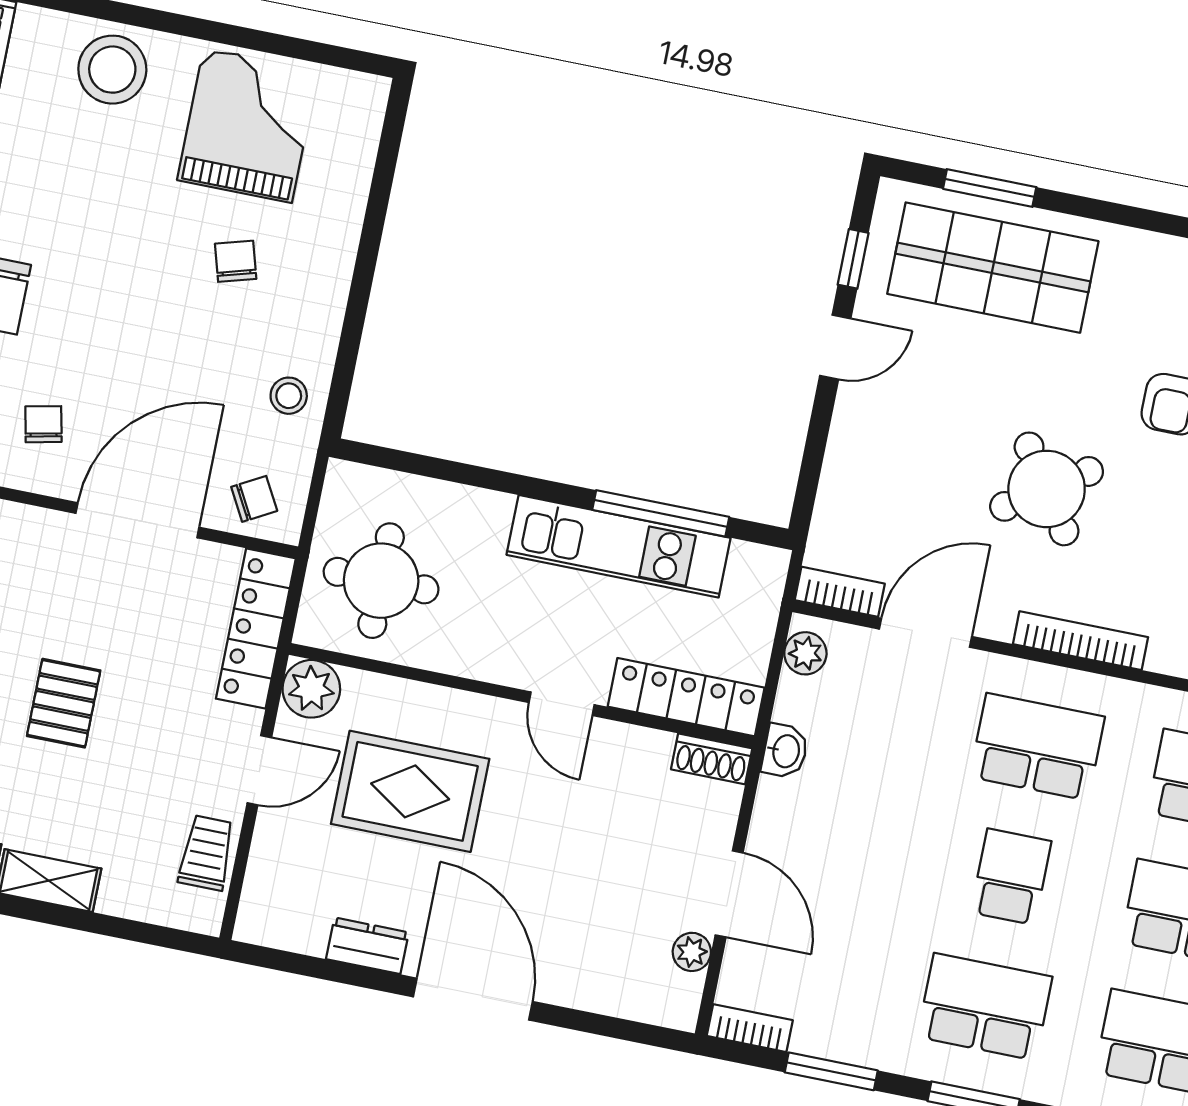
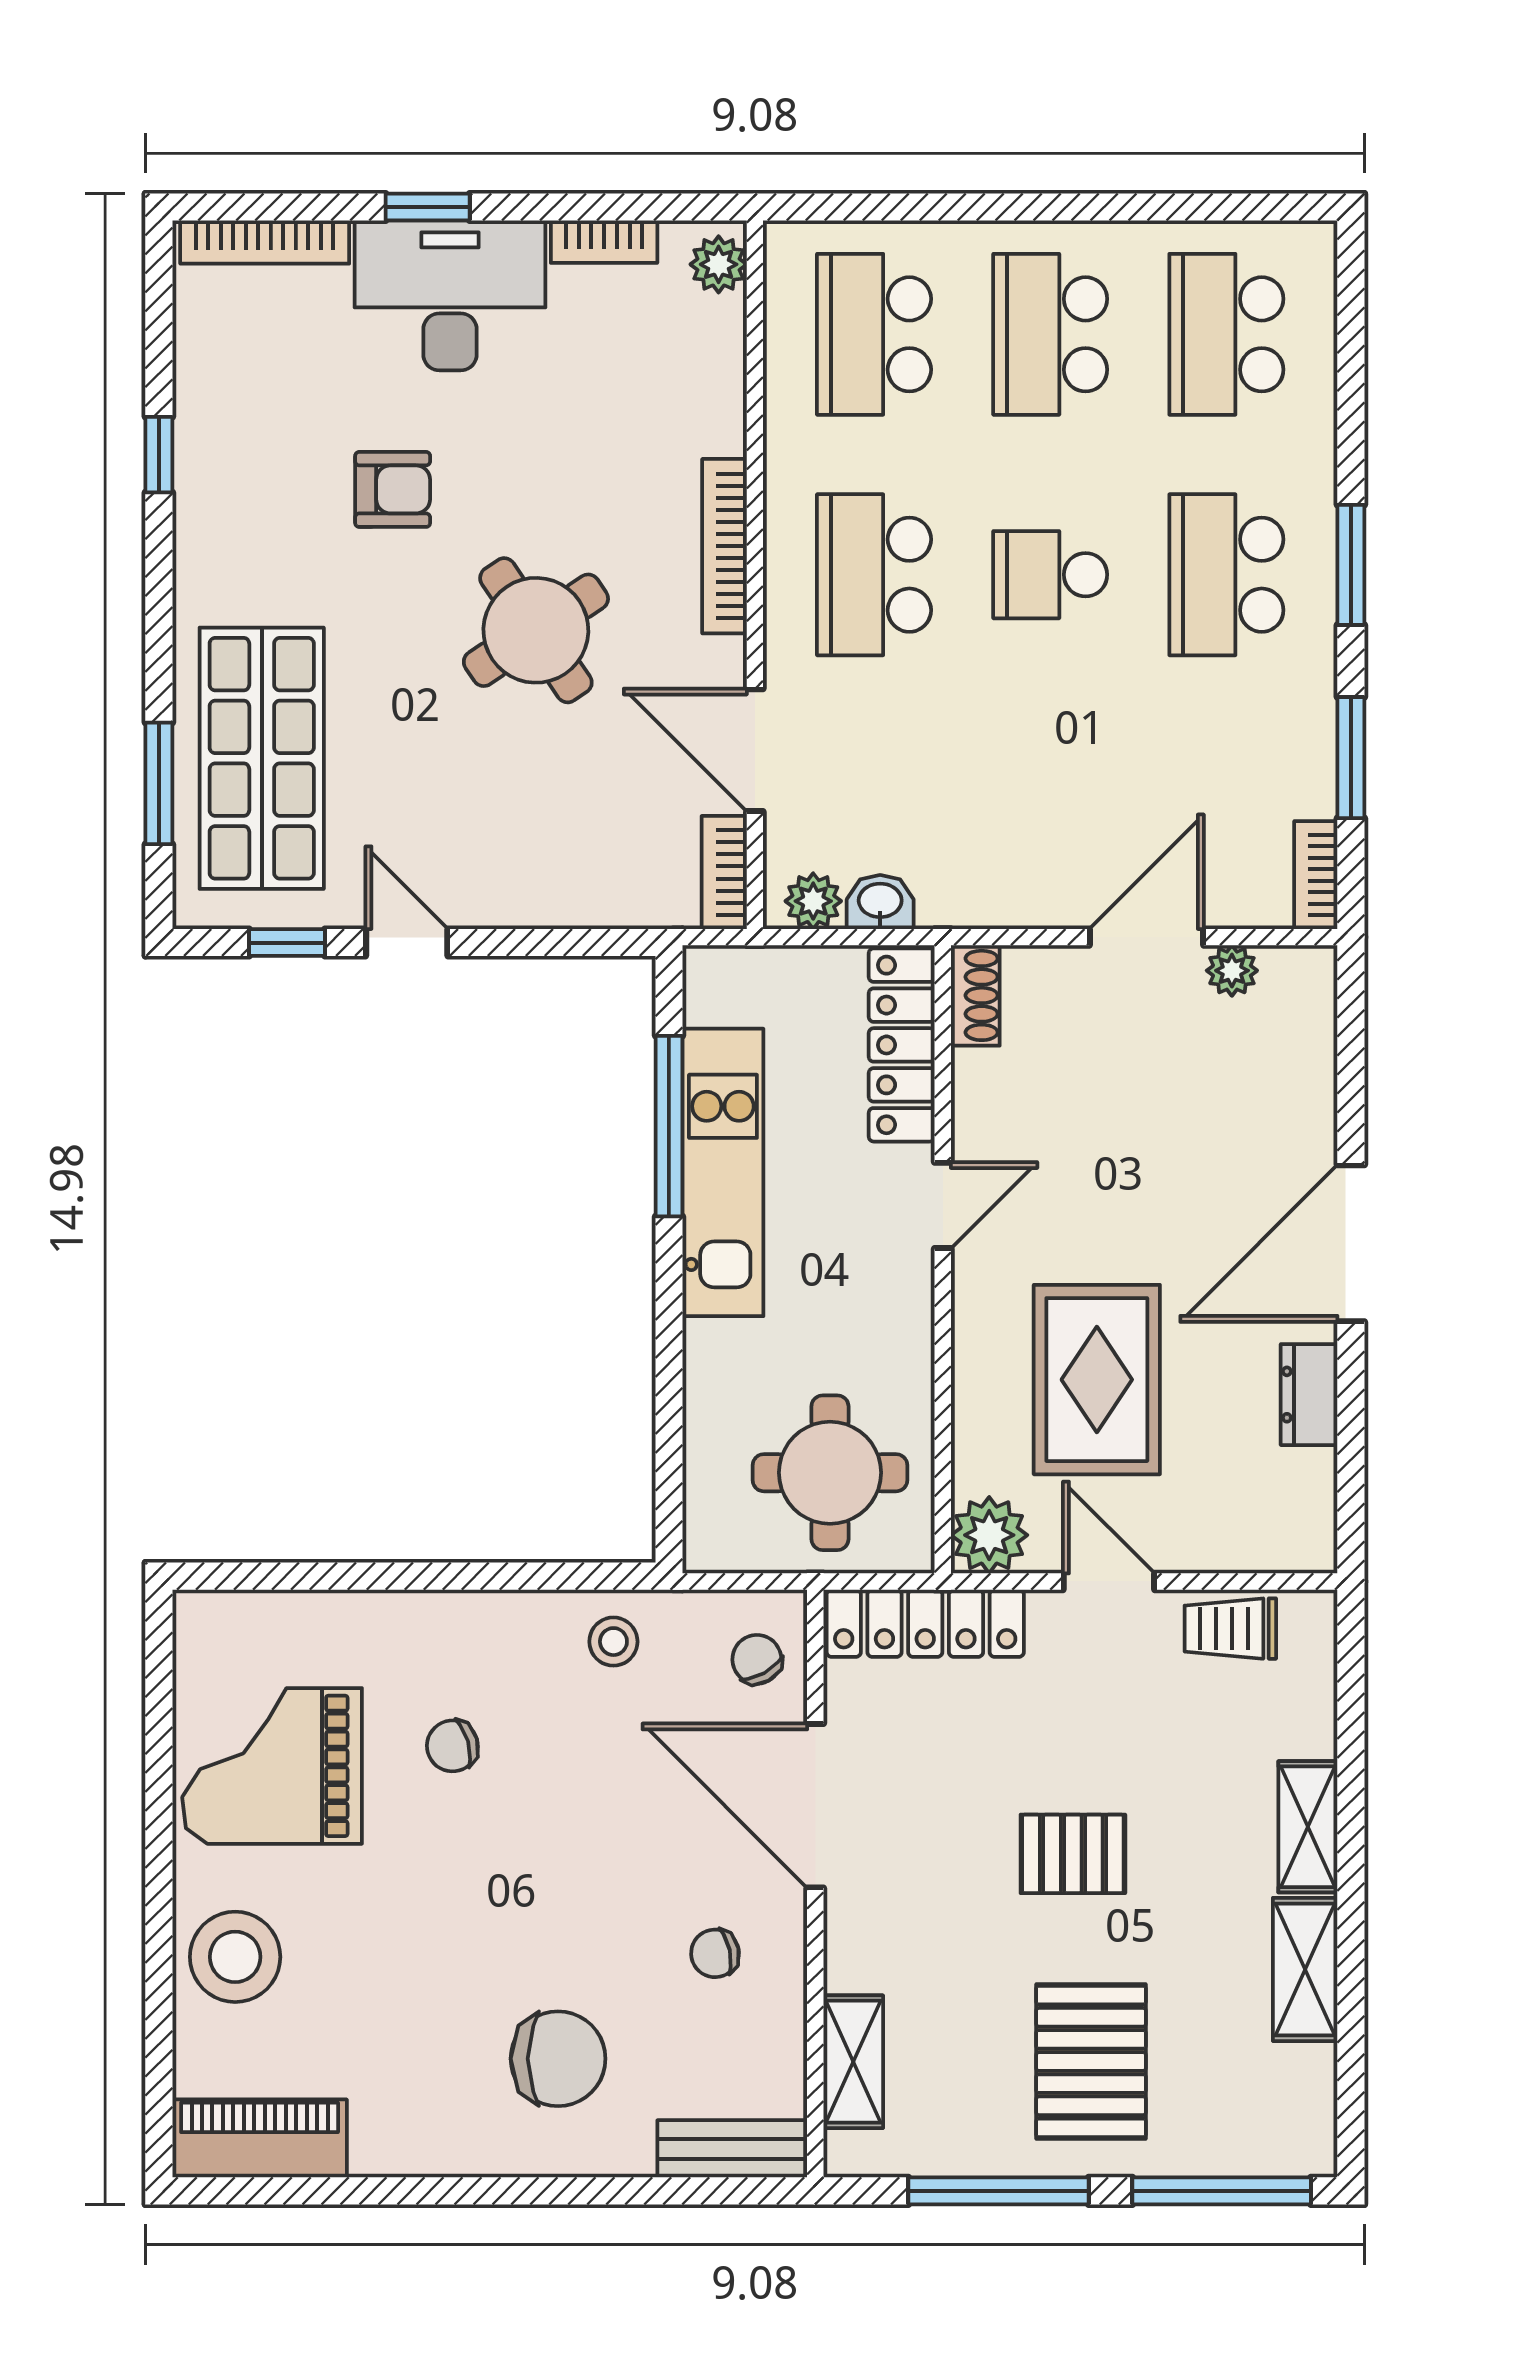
washbasin: (785, 751) -> (880, 902), moved

